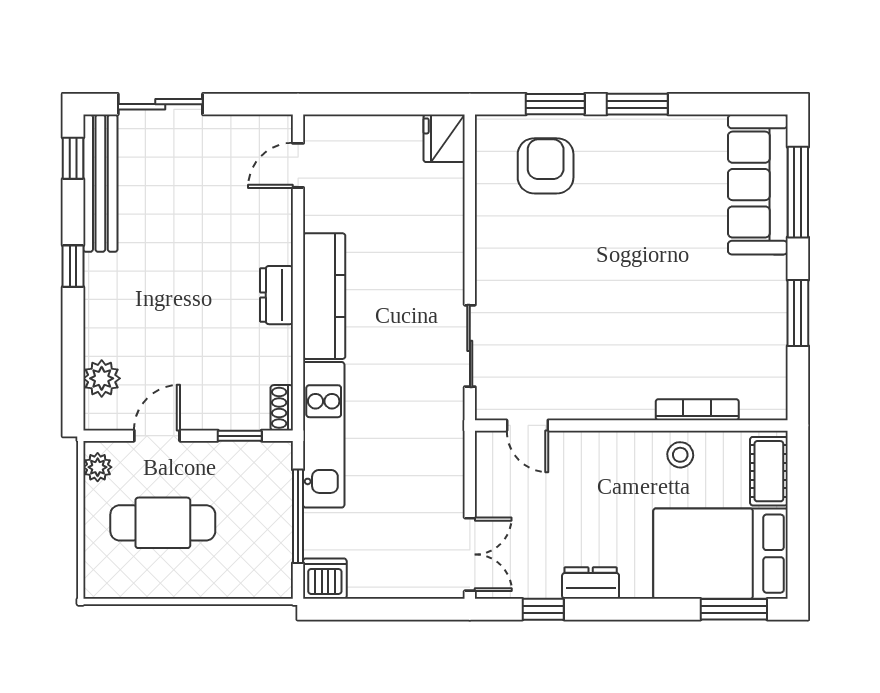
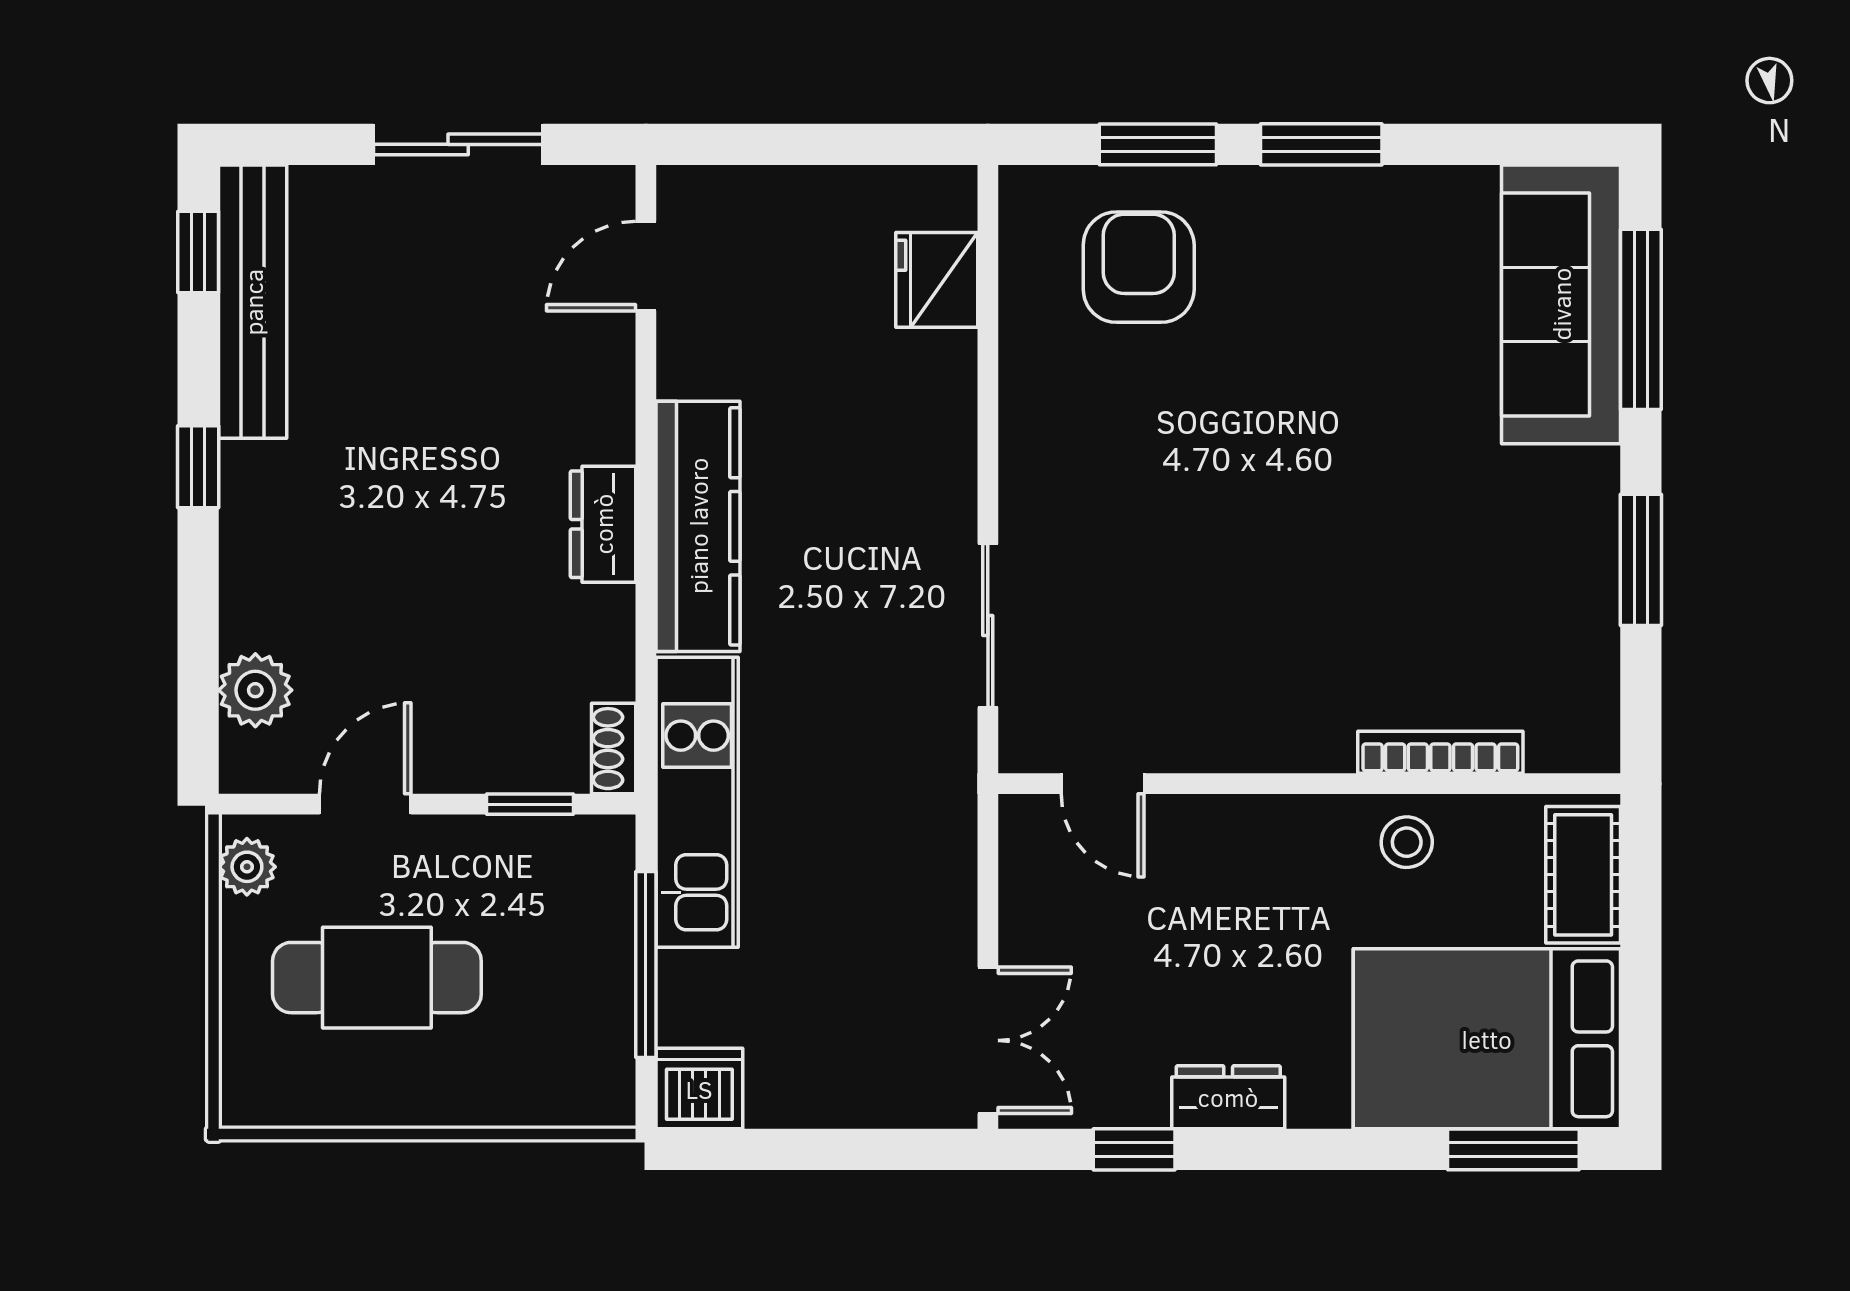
sliding door: (160, 104) -> (458, 144), moved
fridge: (444, 138) -> (937, 280), moved

